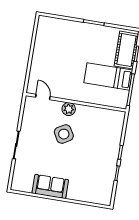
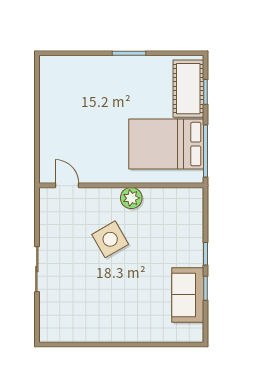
bed: (108, 76) -> (166, 144), width x1.50
plant: (69, 109) -> (131, 198), moved
sofa: (50, 186) -> (188, 295), moved, turned -90

